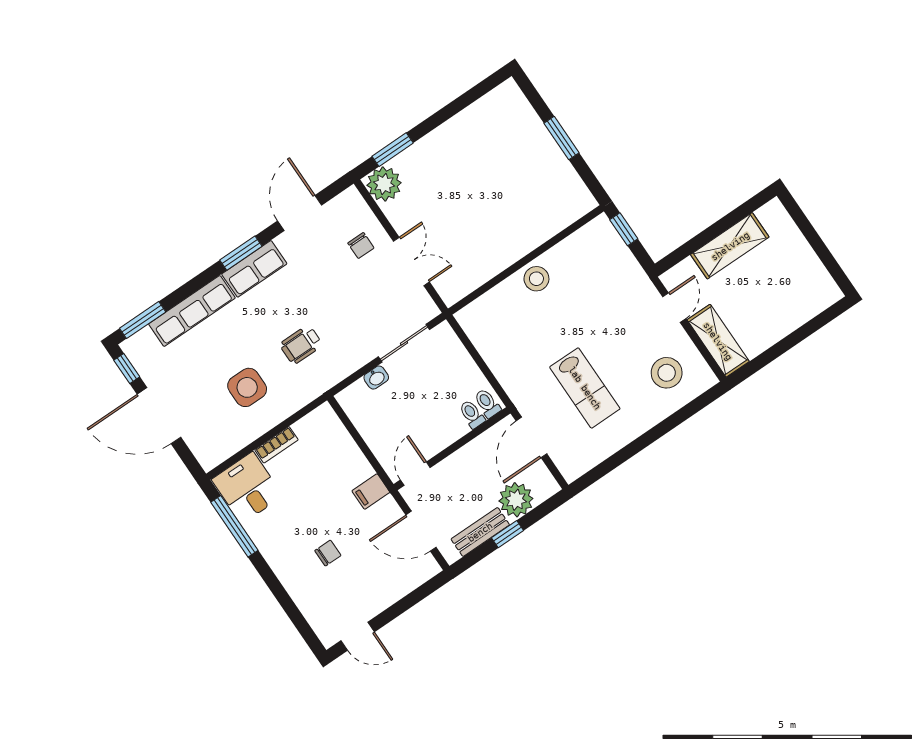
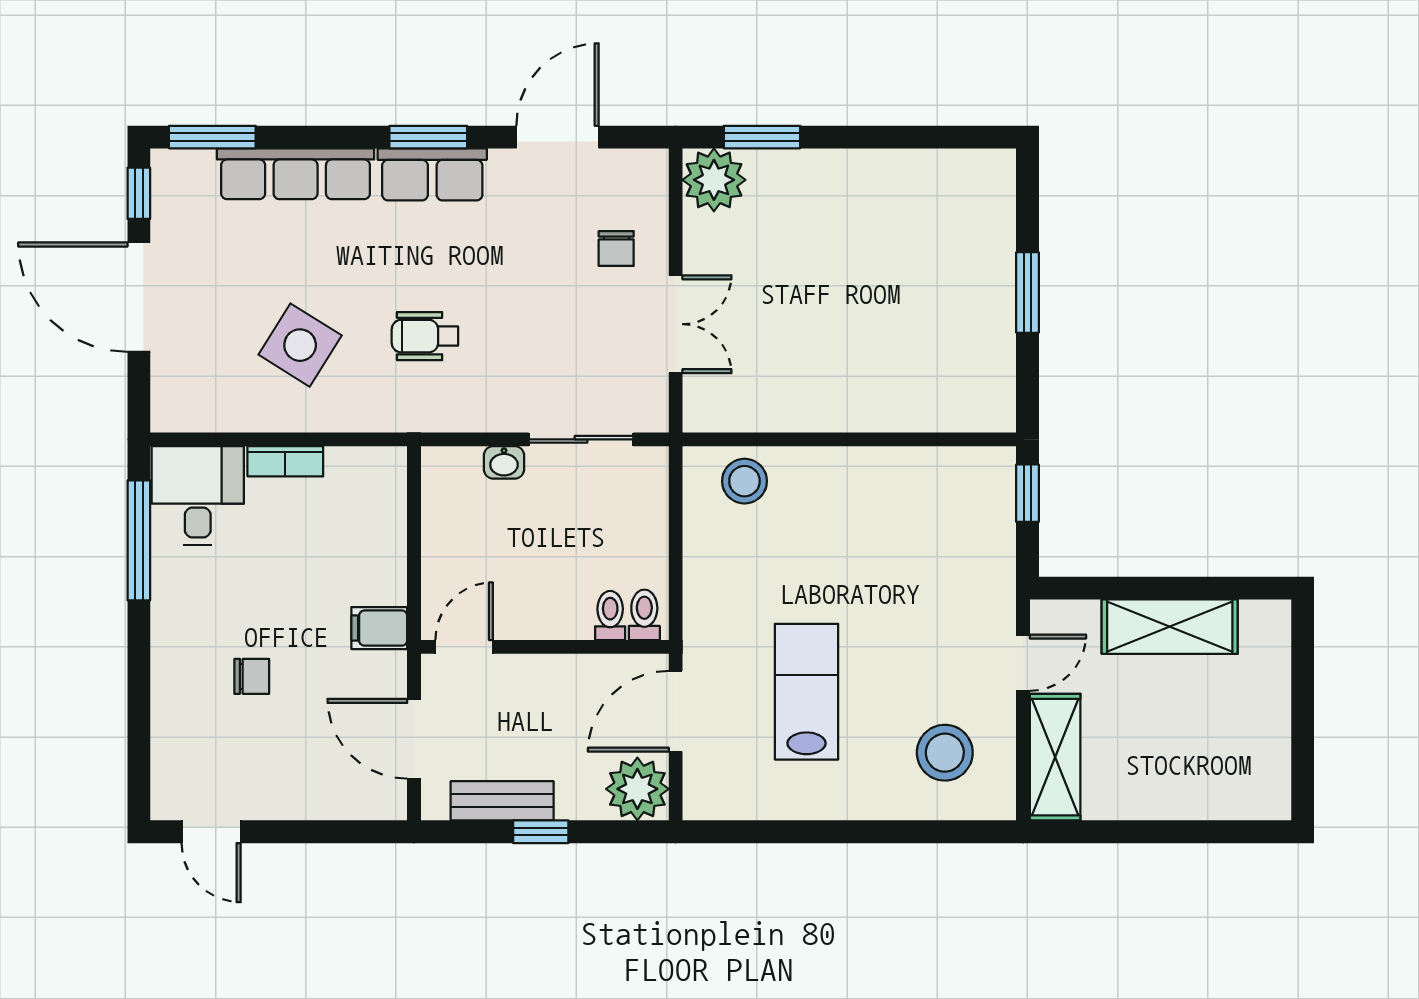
stool: (536, 279) -> (744, 481), moved
side table: (247, 387) -> (300, 345), turned 32
lab bench: (585, 388) -> (806, 692), turned 180
plant: (516, 500) -> (637, 789), moved

